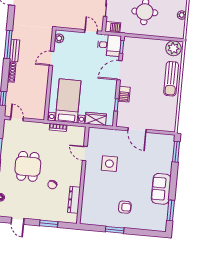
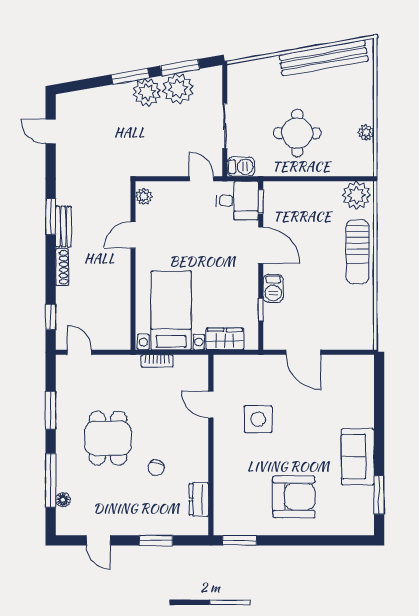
window: (8, 45) -> (51, 217), width x0.69
door: (120, 70) -> (261, 245), swing flipped
window: (176, 152) -> (379, 386), removed
dresser: (74, 200) -> (199, 499), width x0.70
armchair: (125, 207) -> (294, 497), width x1.88, depth x1.88
window: (115, 230) -> (240, 540), moved

